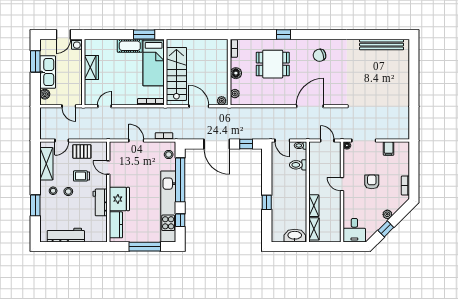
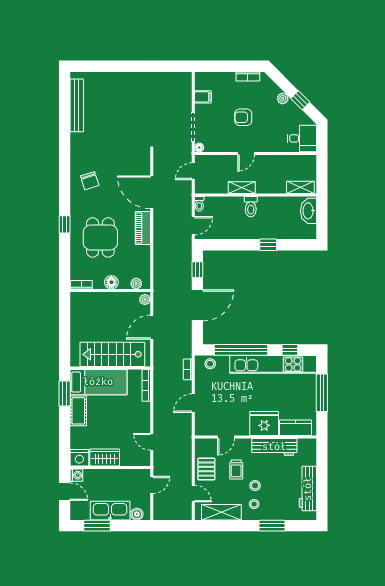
nightstand: (91, 47) -> (79, 458), added
piano: (281, 99) -> (143, 228), added
toilet: (298, 165) -> (251, 207), moved
workbench: (100, 202) -> (274, 447), width x1.38
shelving: (314, 206) -> (242, 188), moved

